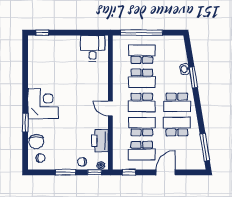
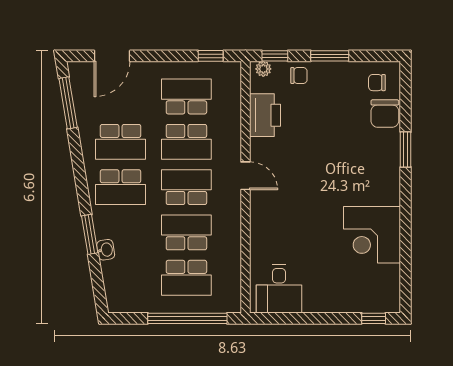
school desk: (177, 102) -> (121, 187), turned 180
corner desk: (43, 104) -> (372, 235), moved
chair: (36, 142) -> (385, 114), turned 180
door: (166, 172) -> (112, 56), moved

